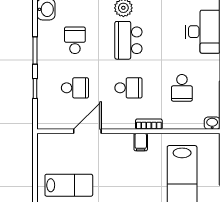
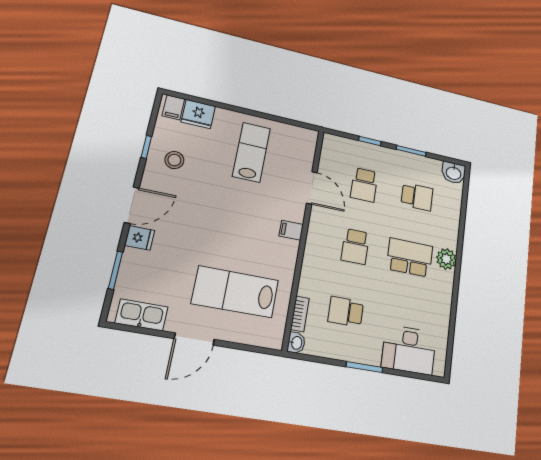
bookcase: (149, 124) -> (300, 314), moved
filing cabinet: (141, 142) -> (291, 230), moved
lab bench: (69, 185) -> (251, 152), turned 180

